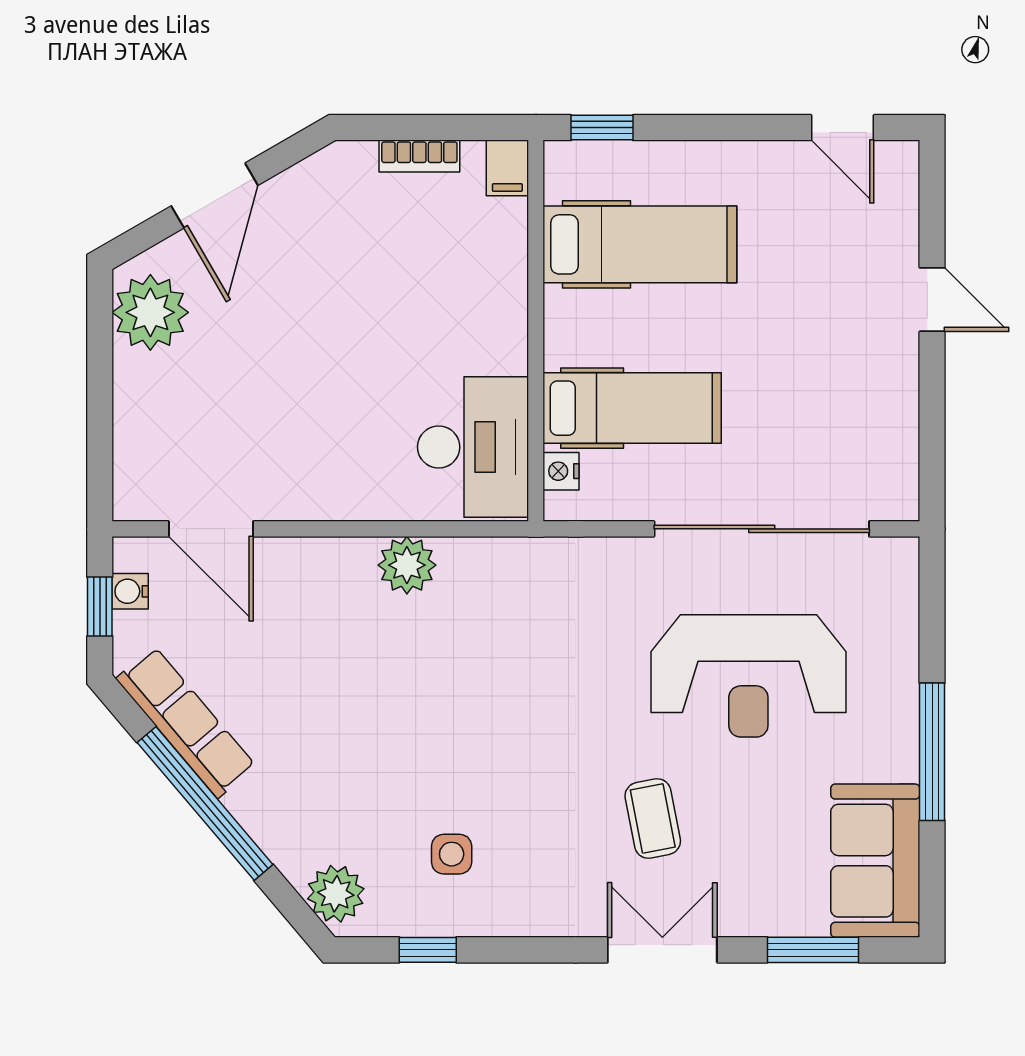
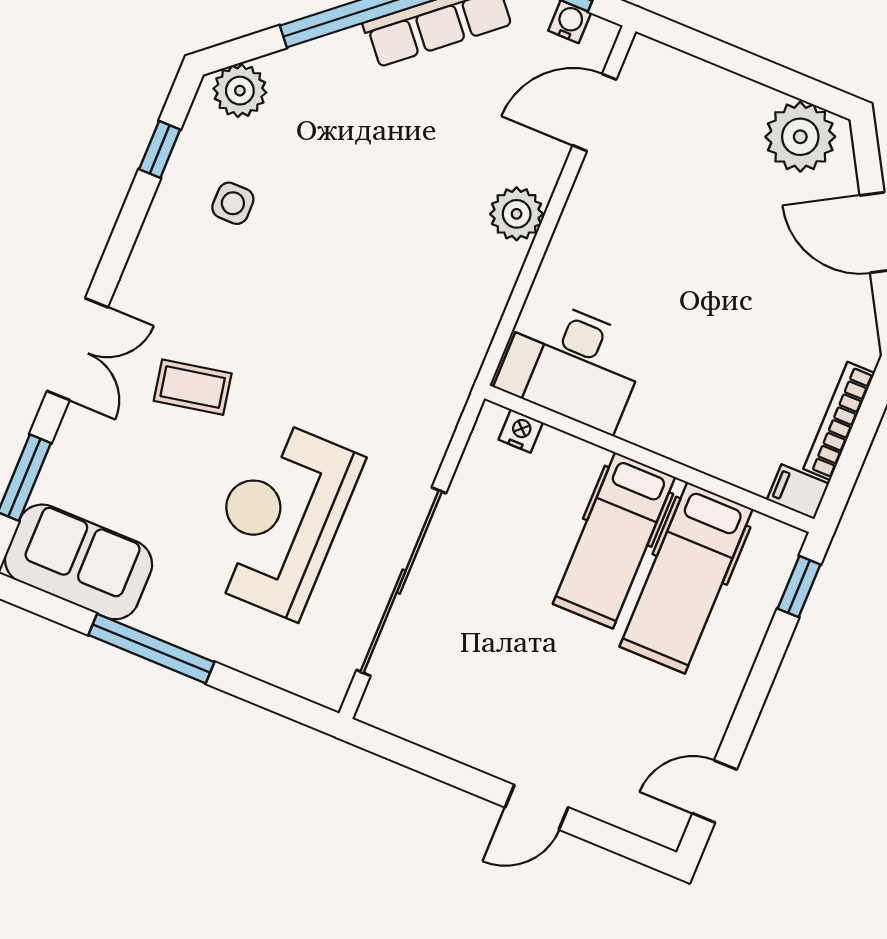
bookcase: (419, 156) -> (839, 421), width x1.56
hospital bed: (632, 408) -> (614, 540), moved
plant: (407, 565) -> (517, 214), moved

